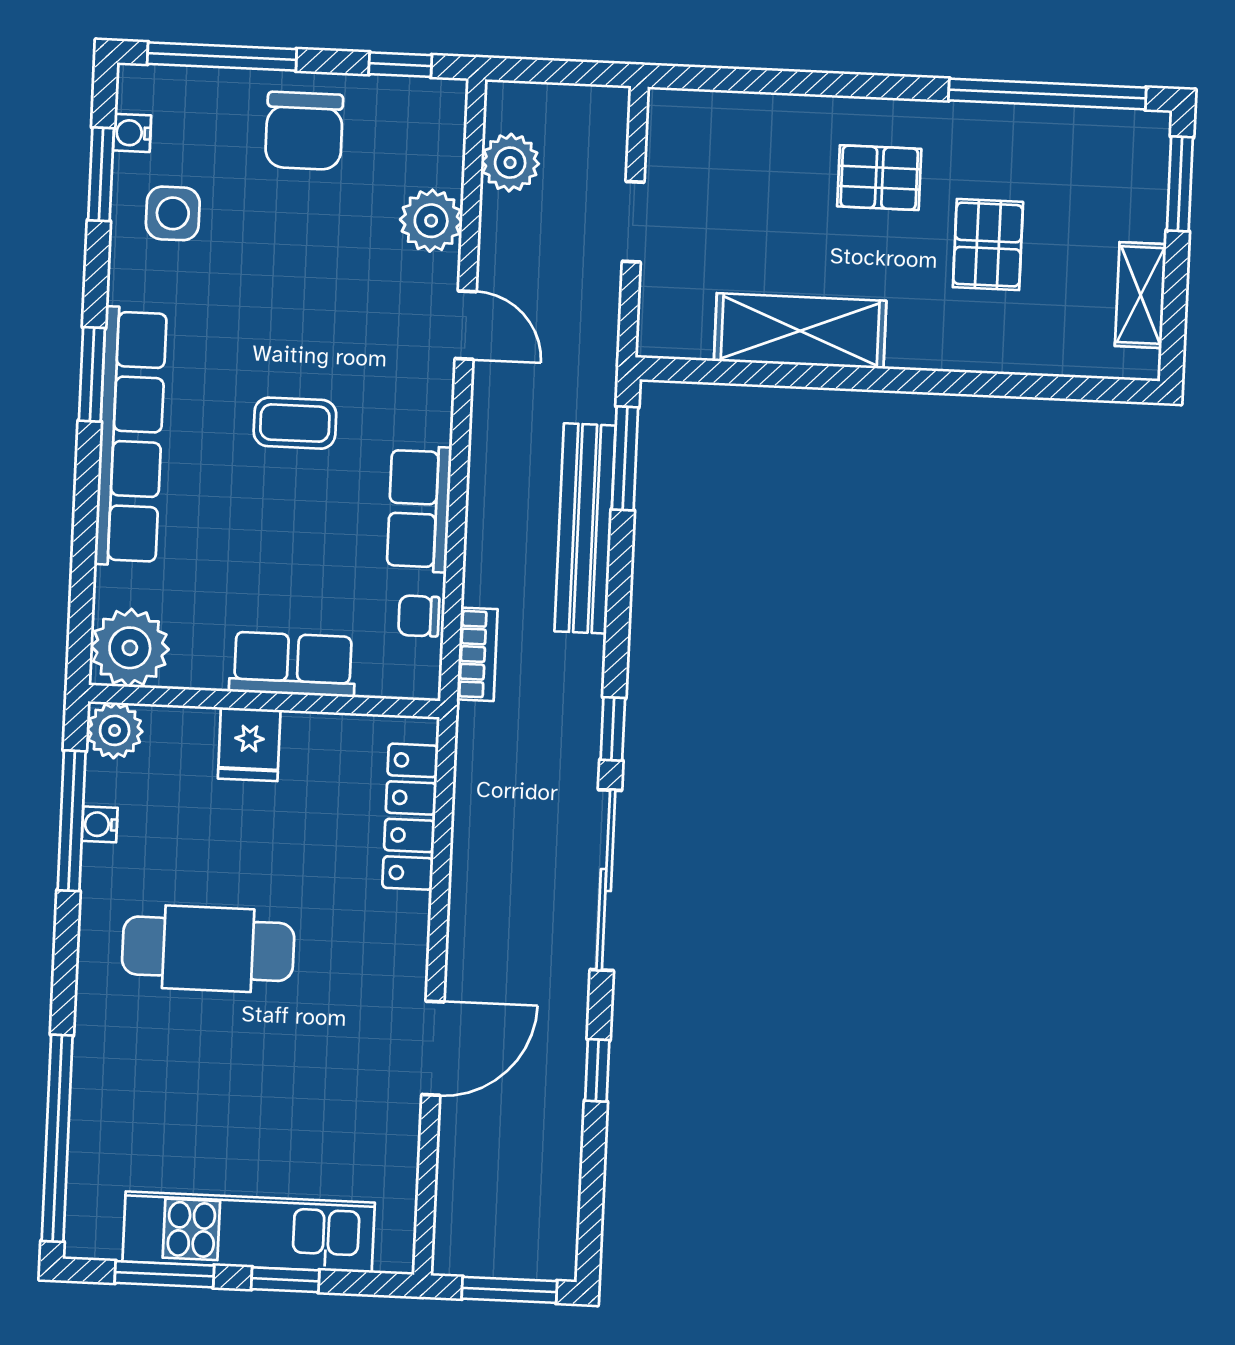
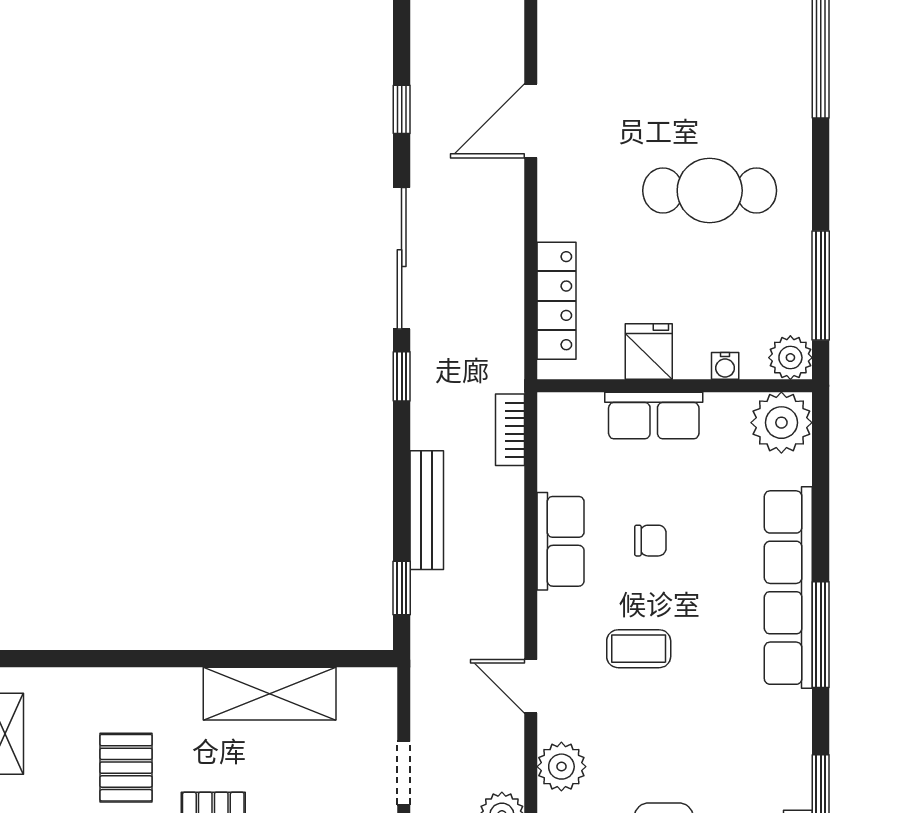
side table: (173, 213) -> (763, 763), removed
window: (92, 374) -> (821, 635), width x1.44
coffee table: (295, 423) -> (639, 649), moved
window: (625, 458) -> (402, 588), width x0.67
bench: (585, 528) -> (427, 510), width x0.73, depth x0.82
chair: (419, 616) -> (650, 541), moved
fridge: (249, 744) -> (649, 352), moved
water cooler: (100, 824) -> (725, 366), moved, turned 90

